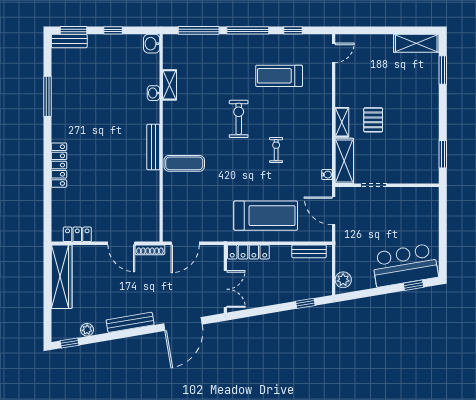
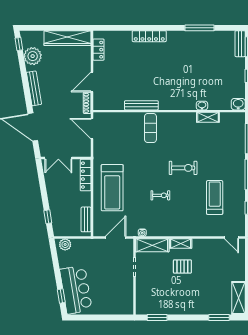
bench: (153, 147) -> (141, 105), moved
plant: (87, 330) -> (33, 56), width x1.88, depth x1.88

